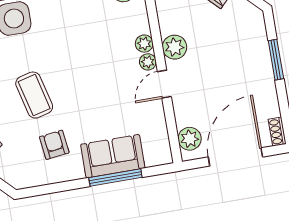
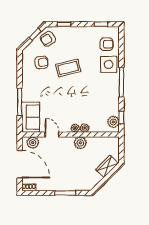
door: (164, 84) -> (52, 135), moved
armchair: (54, 145) -> (41, 62), moved
sofa: (113, 156) -> (31, 117), moved

